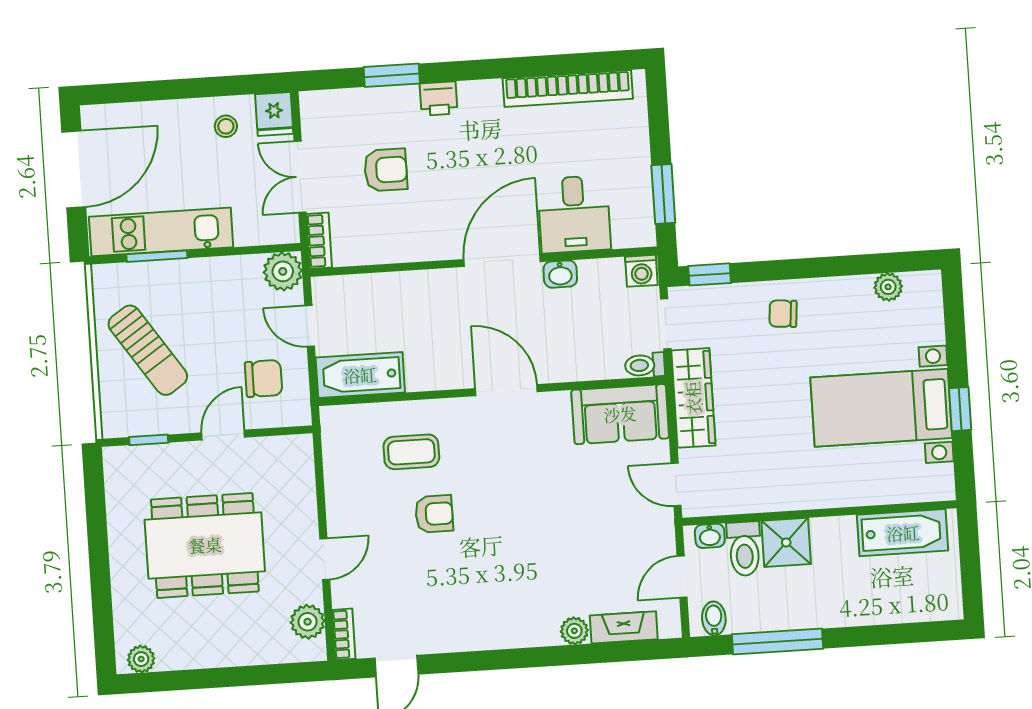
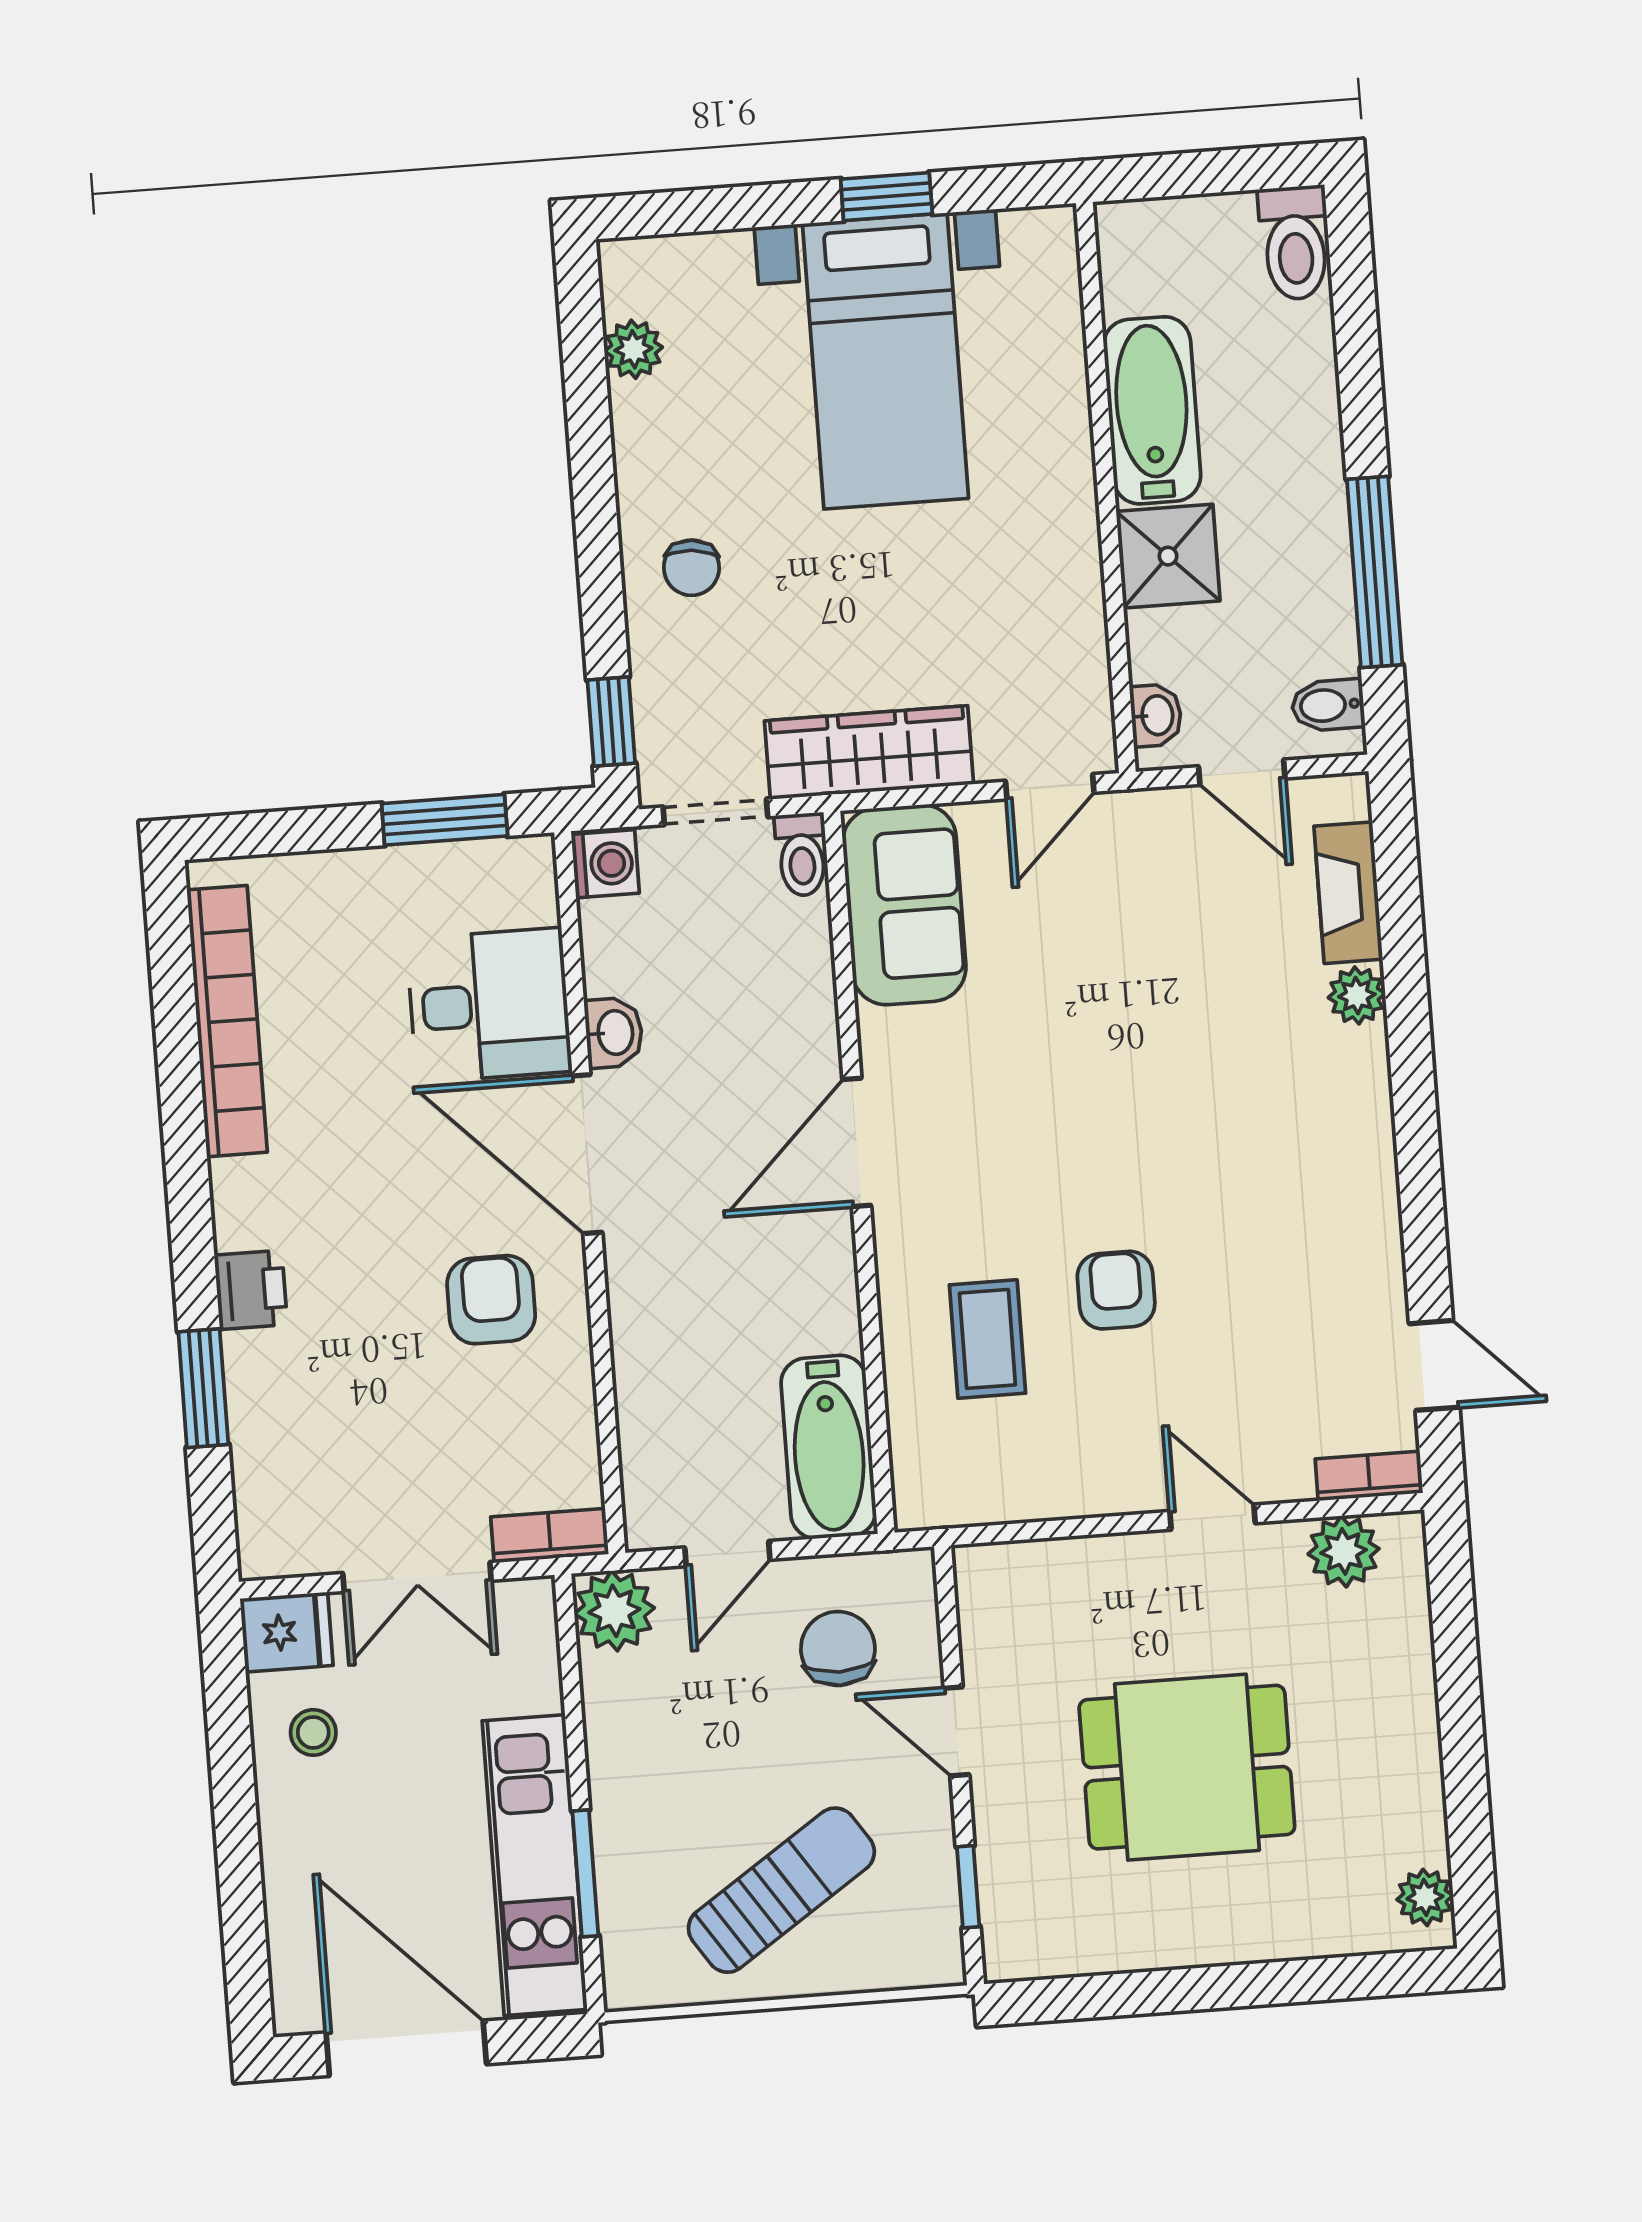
armchair: (386, 170) -> (491, 1300), moved
bathtub: (903, 533) -> (1152, 410), moved
dining table: (205, 545) -> (1187, 1767), width x0.73
toilet: (744, 549) -> (1295, 243), moved, turned 90

